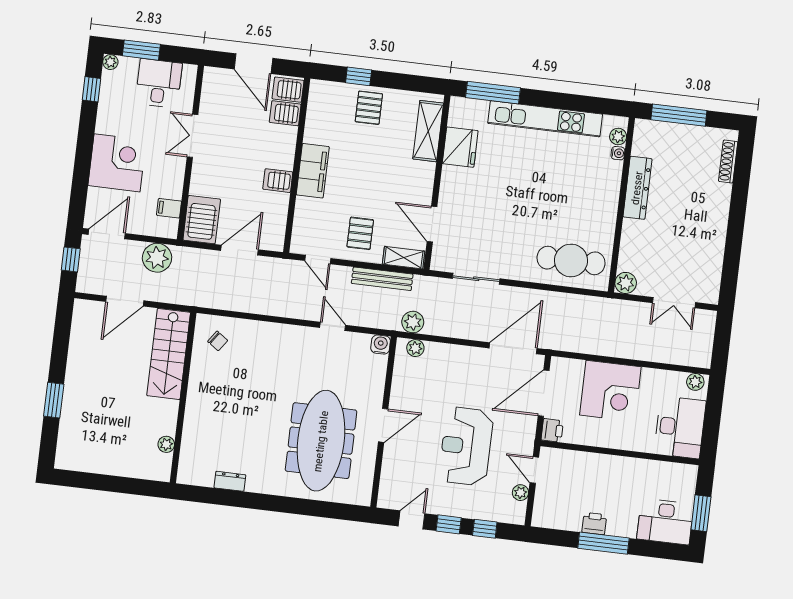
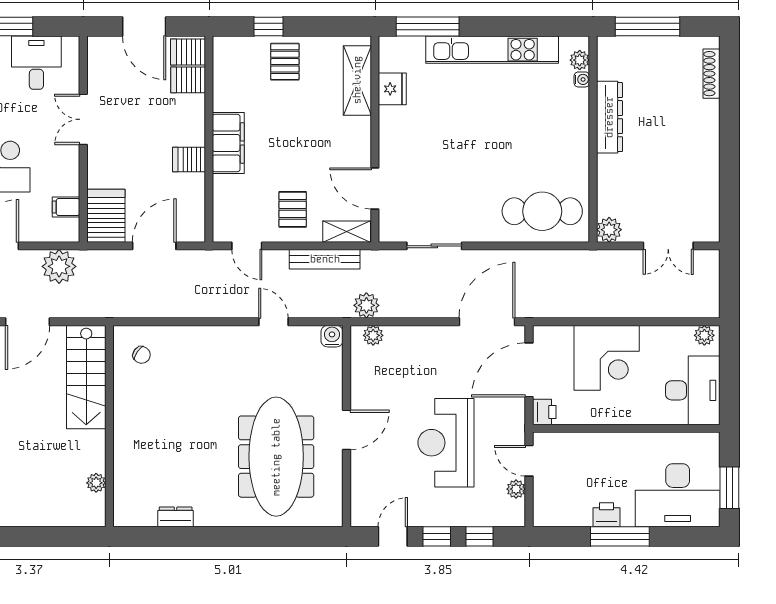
fridge: (460, 147) -> (392, 89), width x0.73, depth x0.75
desk: (665, 522) -> (678, 495), width x1.36, depth x1.30

